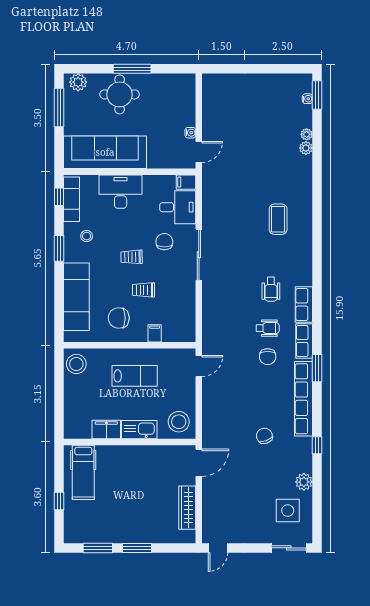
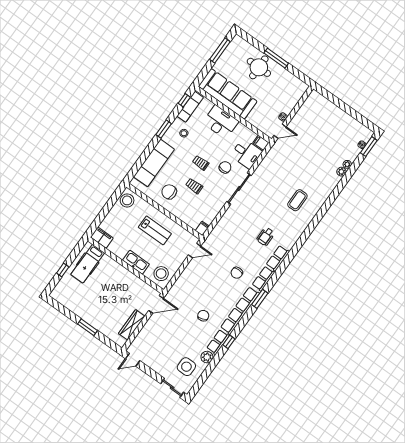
plant: (78, 82) -> (241, 44), removed
wheelchair: (268, 328) -> (248, 257), removed
filing cabinet: (155, 333) -> (202, 228), moved
filing cabinet: (106, 430) -> (102, 238), moved
row of seats: (304, 455) -> (218, 342), added
window: (98, 548) -> (66, 312), removed

